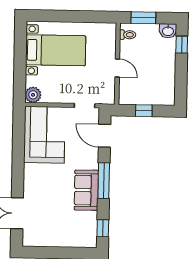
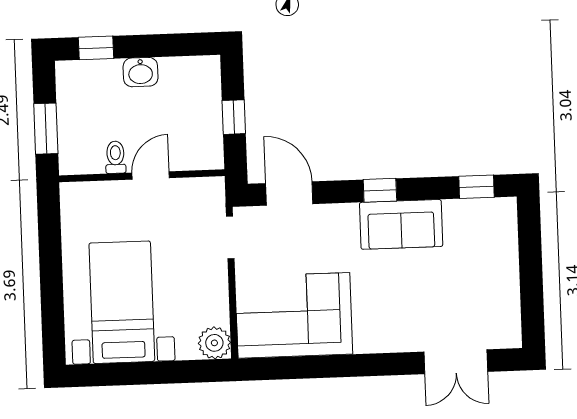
washbasin: (168, 31) -> (141, 72), moved, turned 90
toilet: (128, 35) -> (115, 157), moved
door: (105, 136) -> (289, 194), swing flipped
window: (104, 181) -> (380, 190), width x0.46

